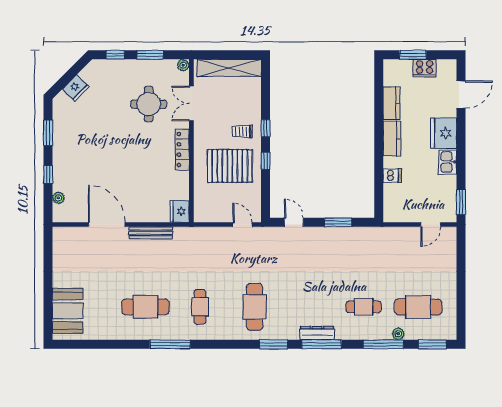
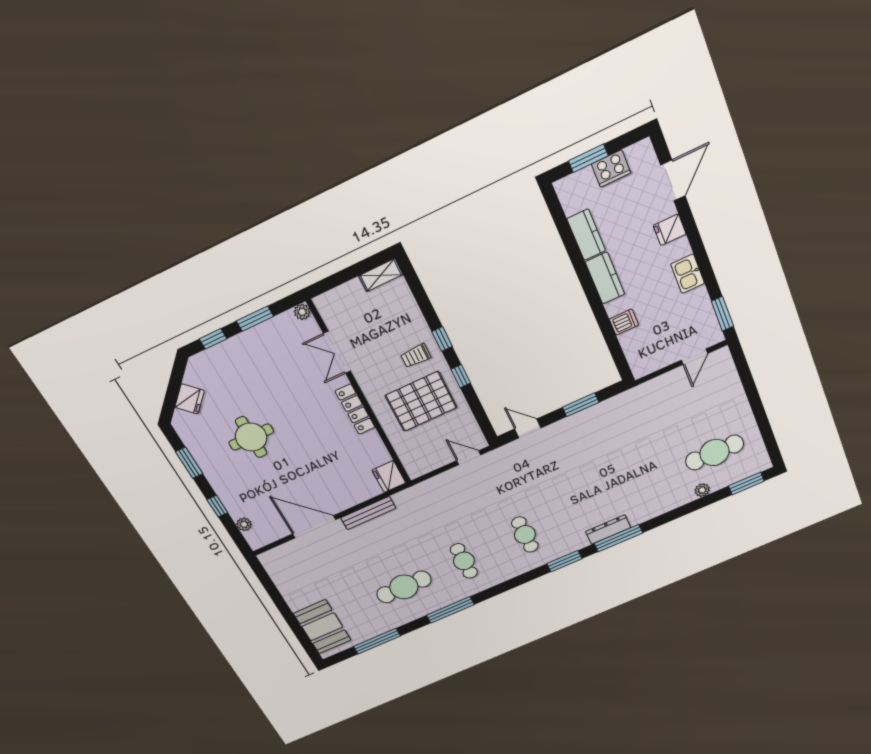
shelving: (229, 68) -> (381, 275), width x0.45, depth x0.75
round table: (149, 104) -> (251, 437), moved
fridge: (444, 133) -> (670, 230), width x0.53, depth x0.75
cafe table: (255, 307) -> (525, 535), width x0.73, depth x0.74
cafe table: (364, 307) -> (650, 480), removed
window: (383, 344) -> (377, 641), moved

